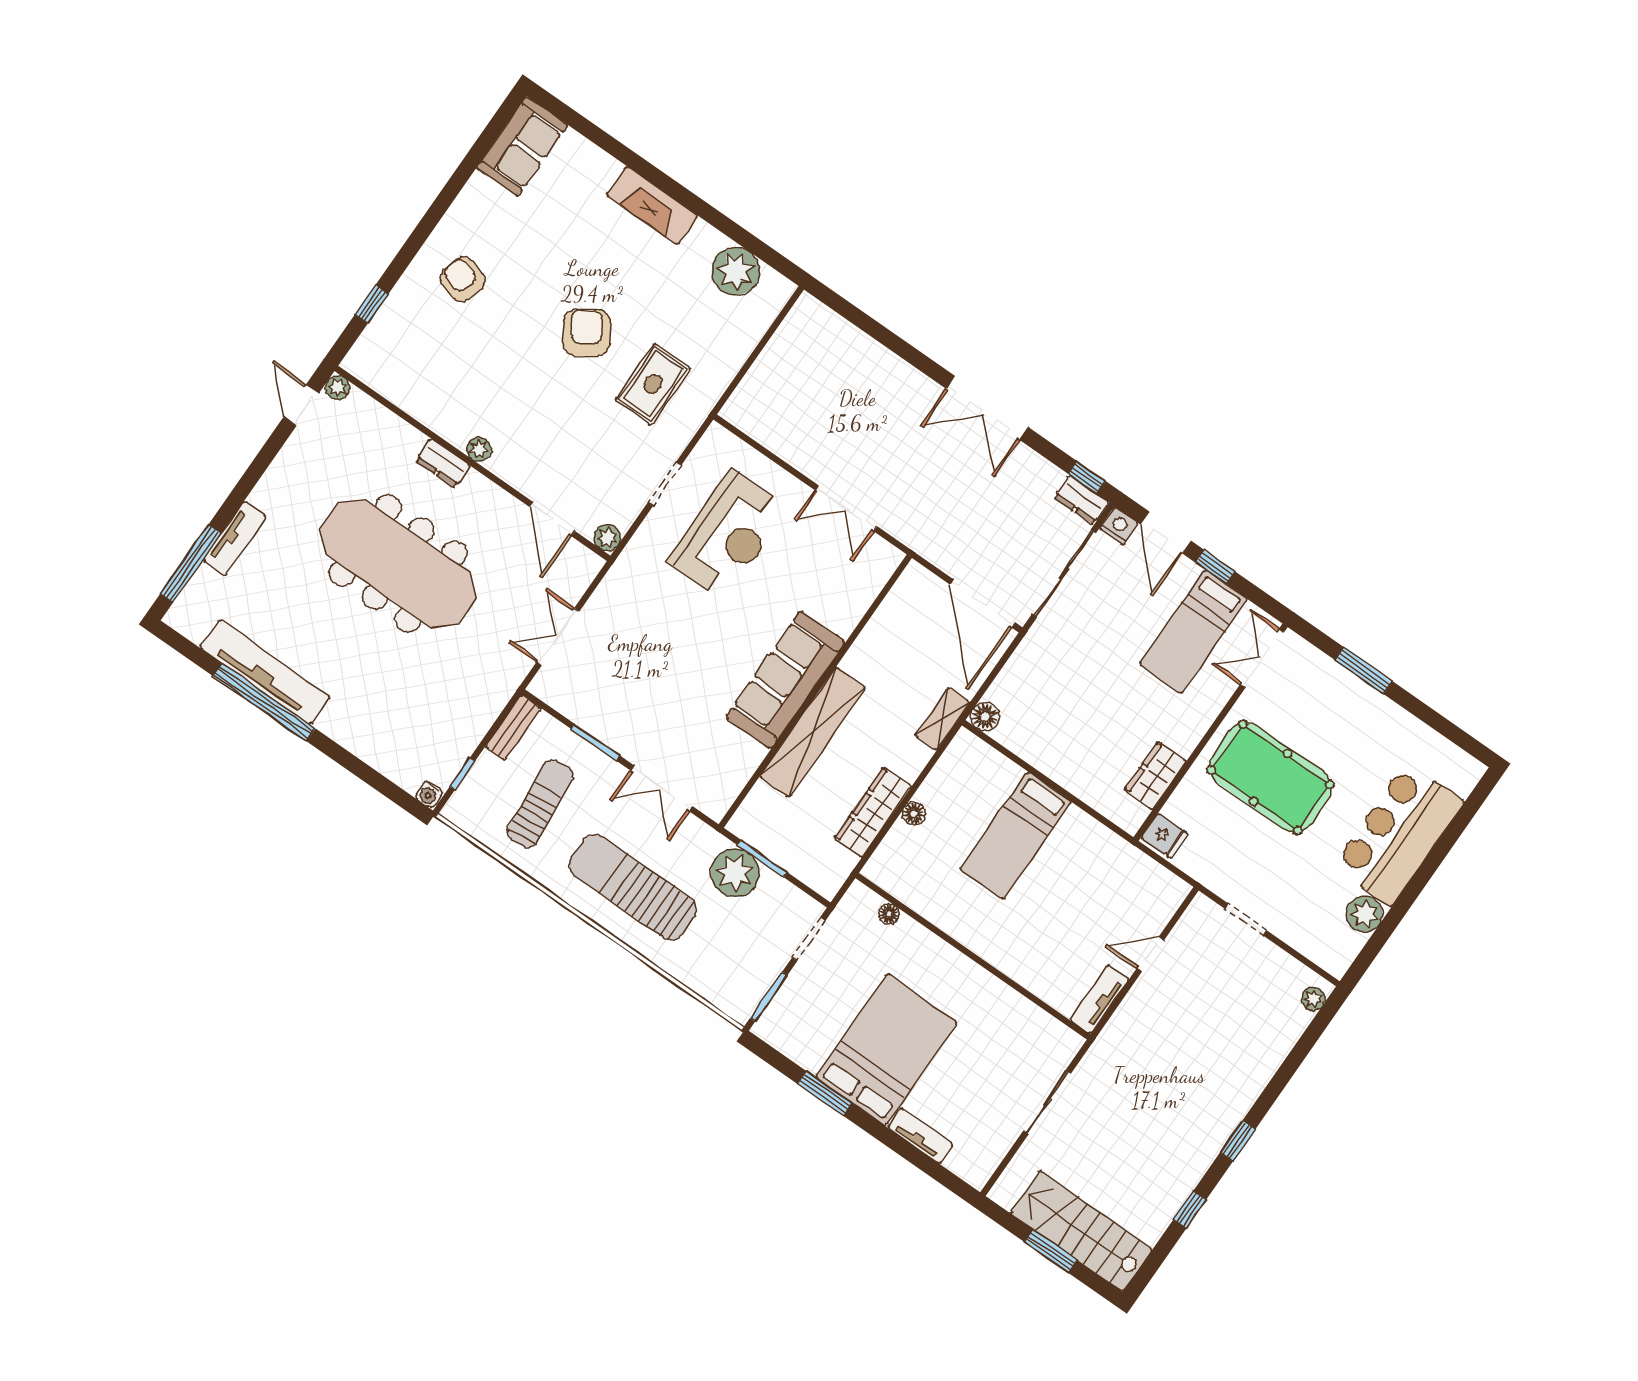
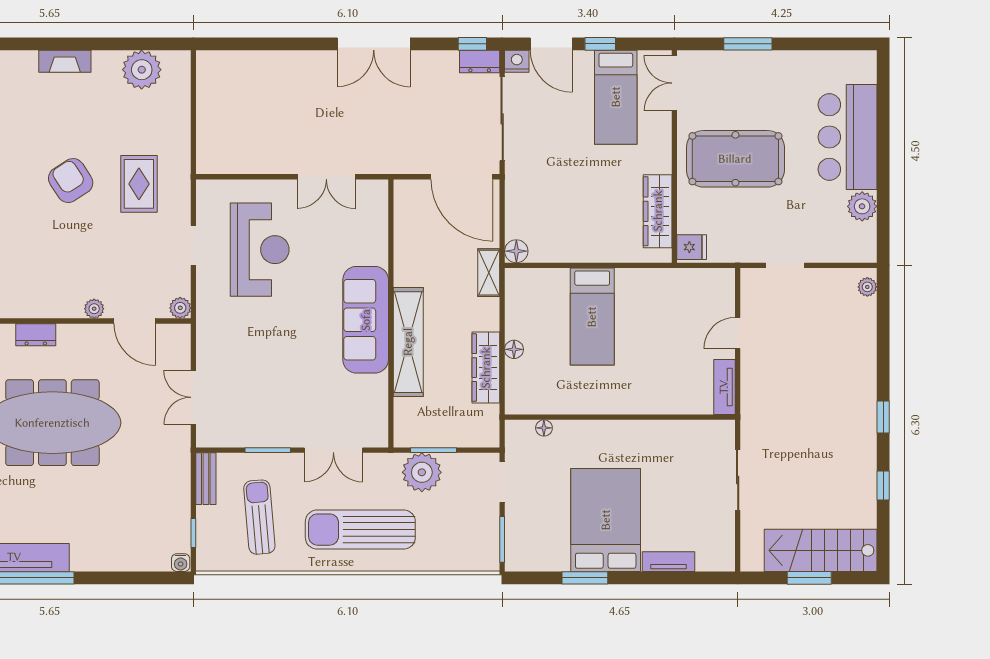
fireplace: (652, 205) -> (65, 61), width x0.73, depth x0.76
plant: (479, 449) -> (94, 309), moved
wardrobe: (1155, 776) -> (658, 211), width x1.50

